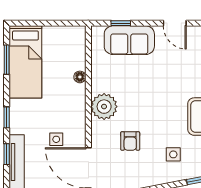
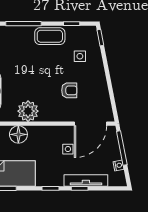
floor lamp: (80, 77) -> (18, 134), width x1.89, depth x1.89
plant: (104, 107) -> (28, 111), moved

